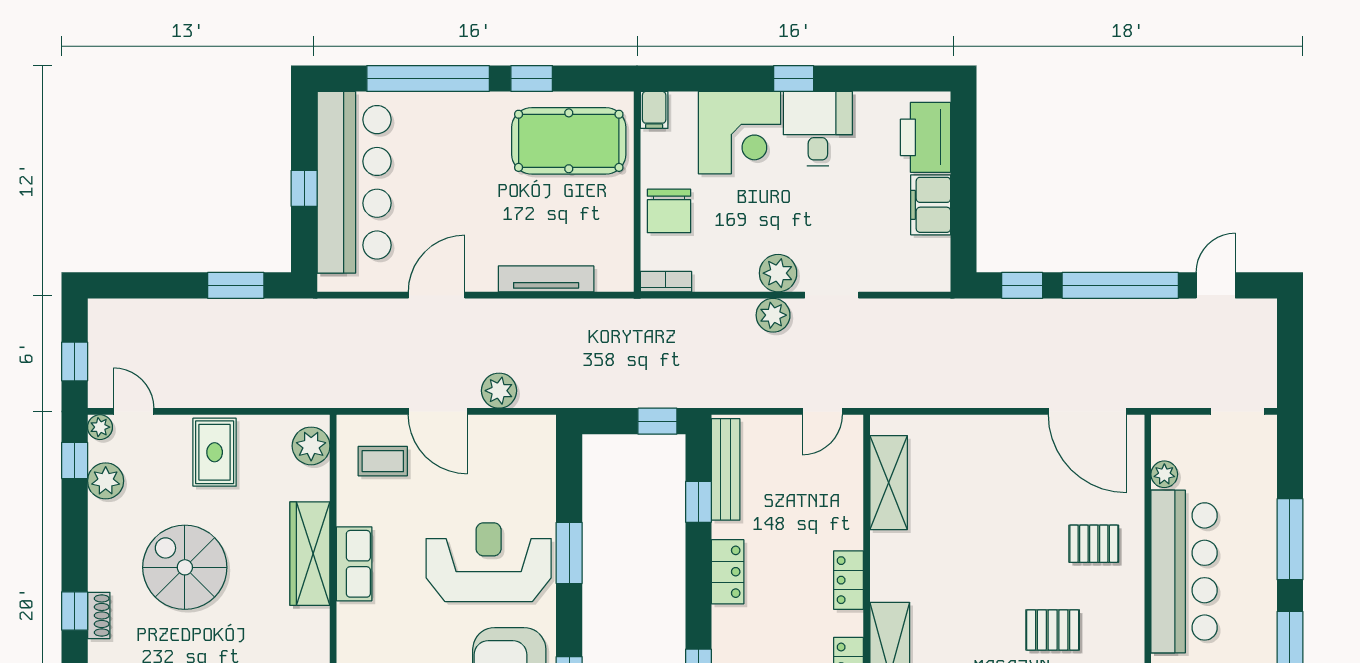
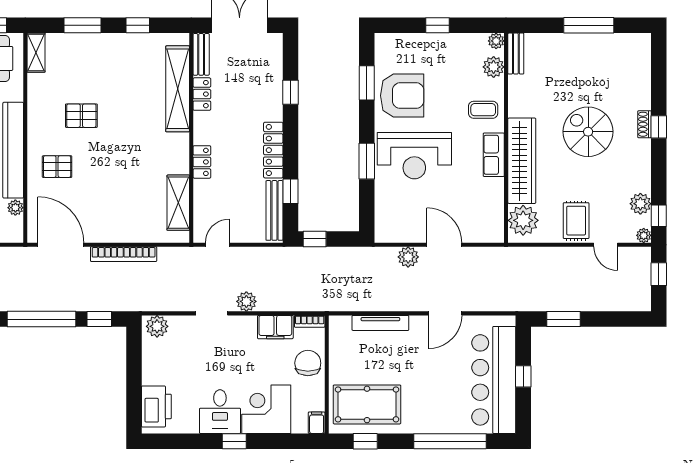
window: (532, 78) -> (365, 441), moved
filing cabinet: (931, 205) -> (275, 327), moved, turned 90
plant: (778, 273) -> (157, 326), moved
bookcase: (981, 395) -> (124, 254), added
door: (134, 411) -> (606, 245), moved
plant: (311, 446) -> (523, 220), width x1.36, depth x1.36
coffee table: (383, 461) -> (483, 110), moved
wardrobe: (310, 554) -> (522, 161), width x1.40, depth x1.17
spiral stairs: (185, 567) -> (588, 132), moved, turned 180
locker: (728, 572) -> (273, 150), width x1.53
locker: (848, 580) -> (202, 162), moved

